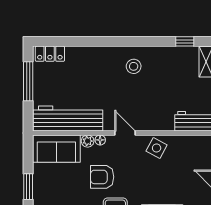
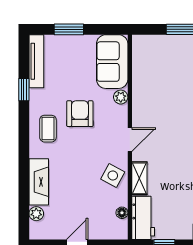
workbench: (68, 119) -> (146, 75), removed
shelving: (159, 125) -> (139, 178), added
floor lamp: (100, 140) -> (122, 213), moved

